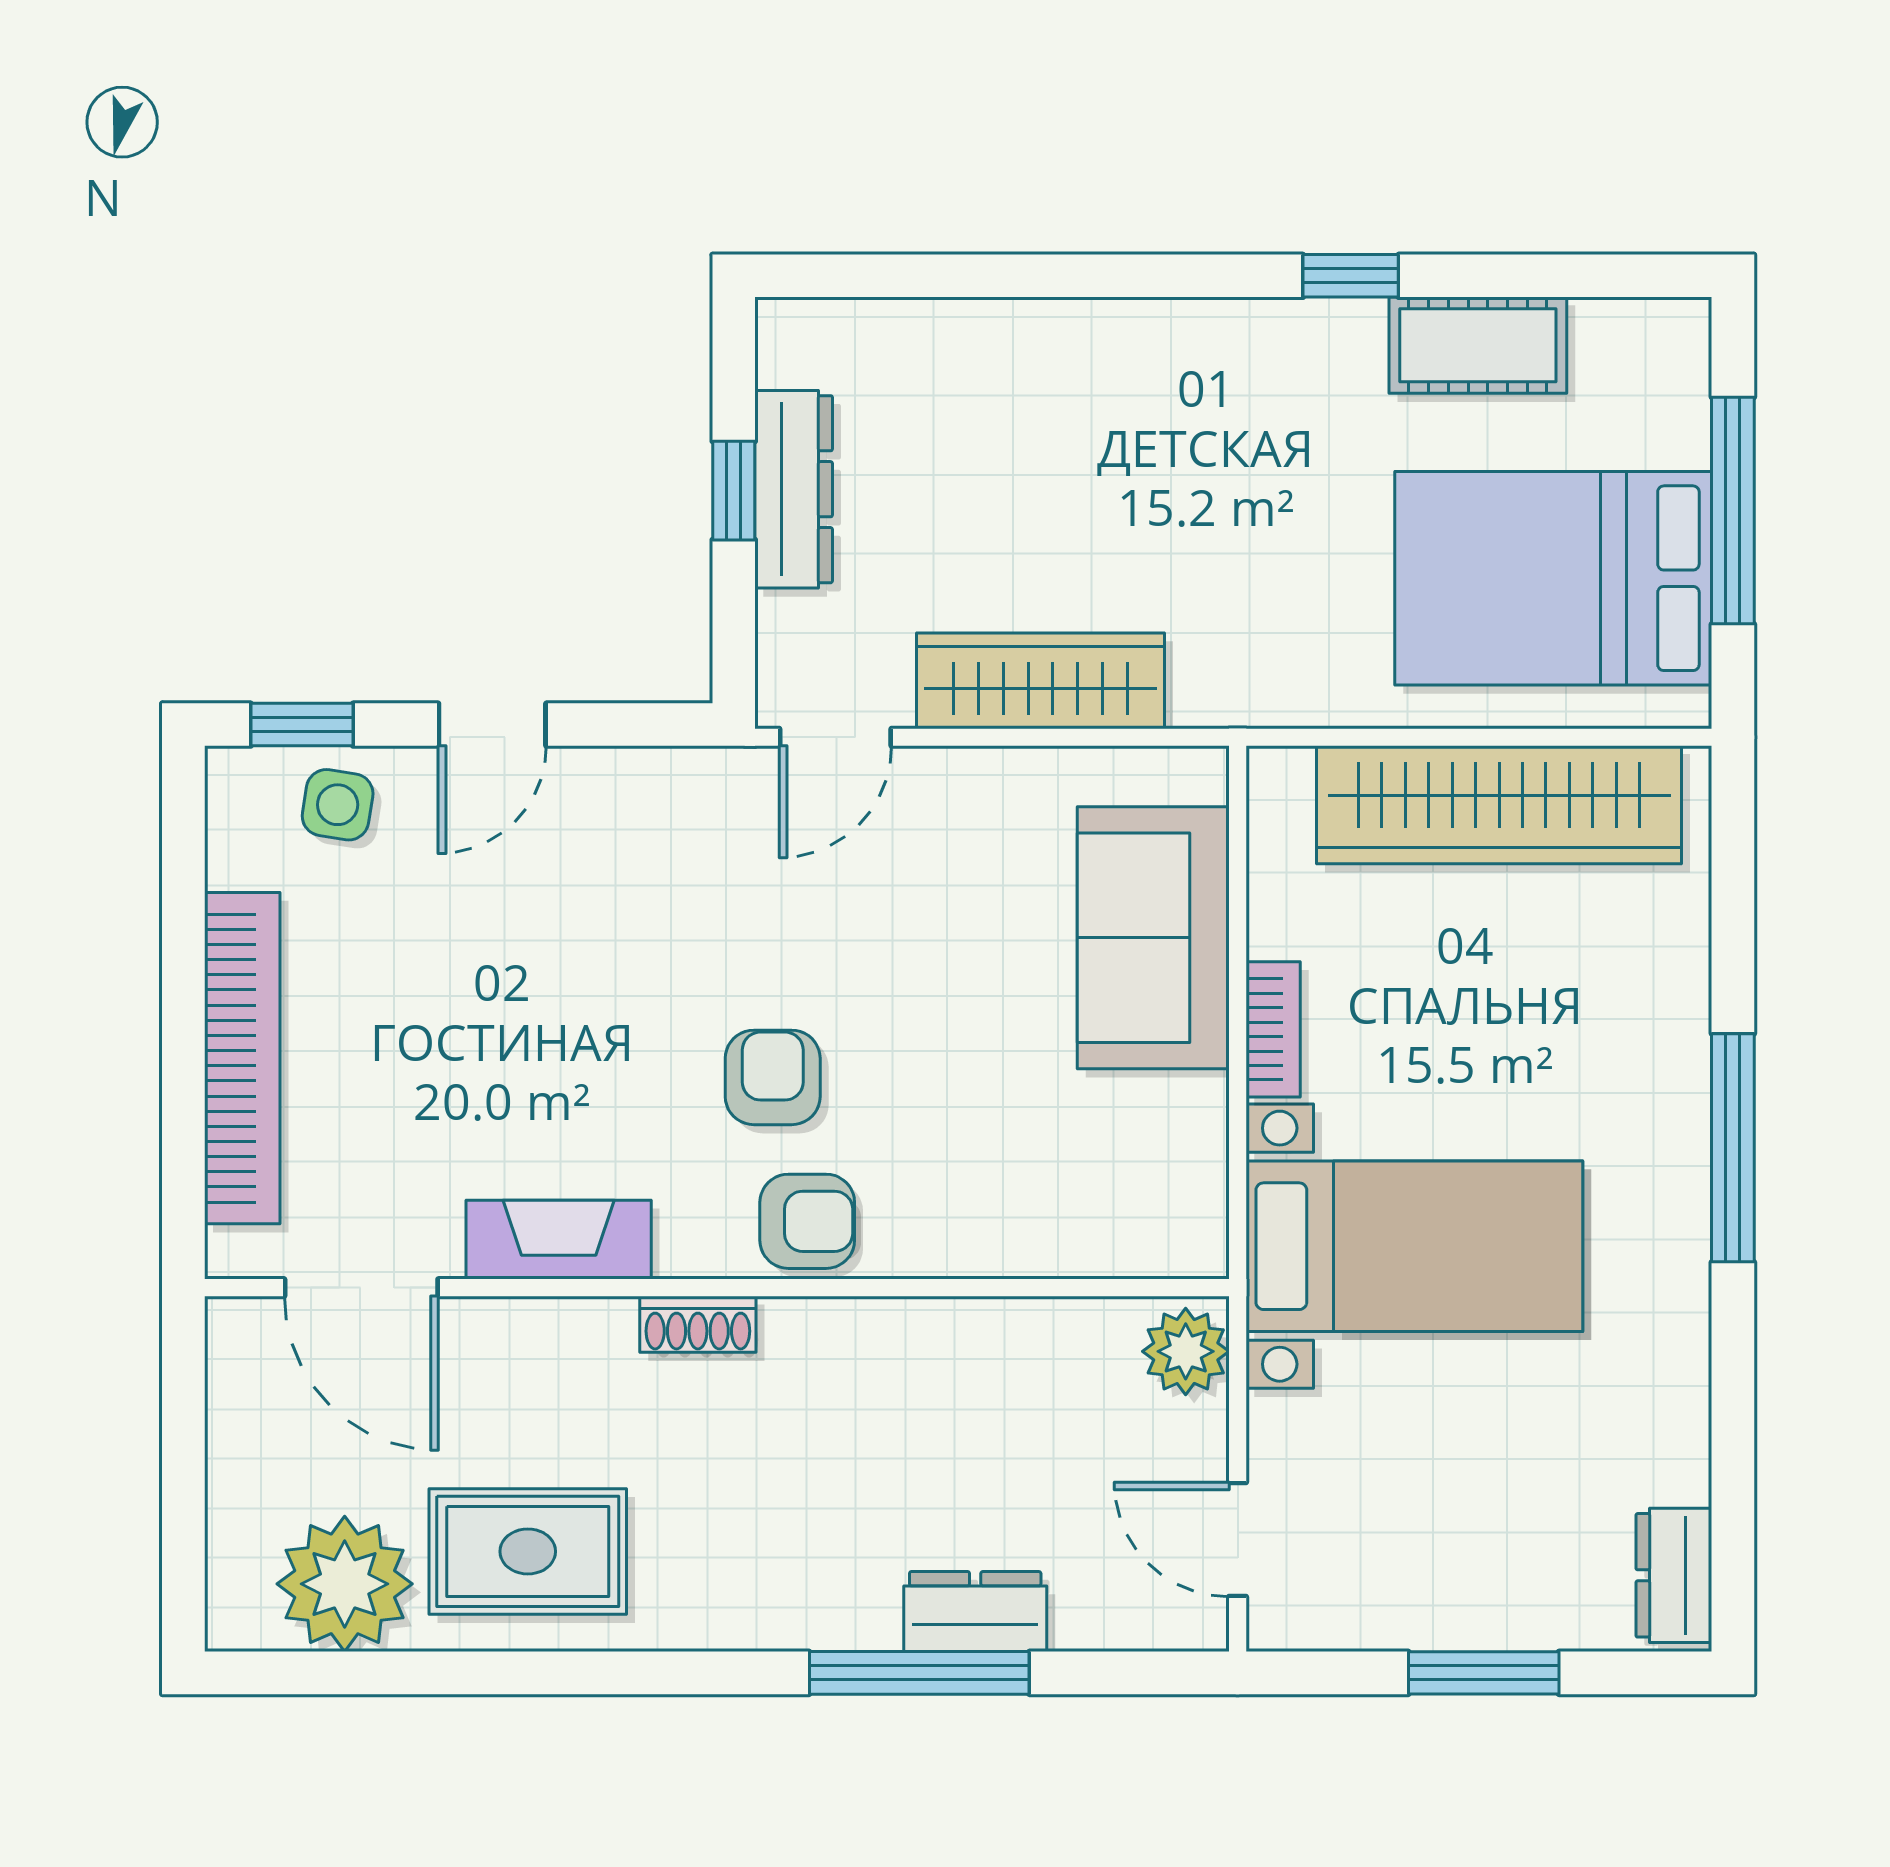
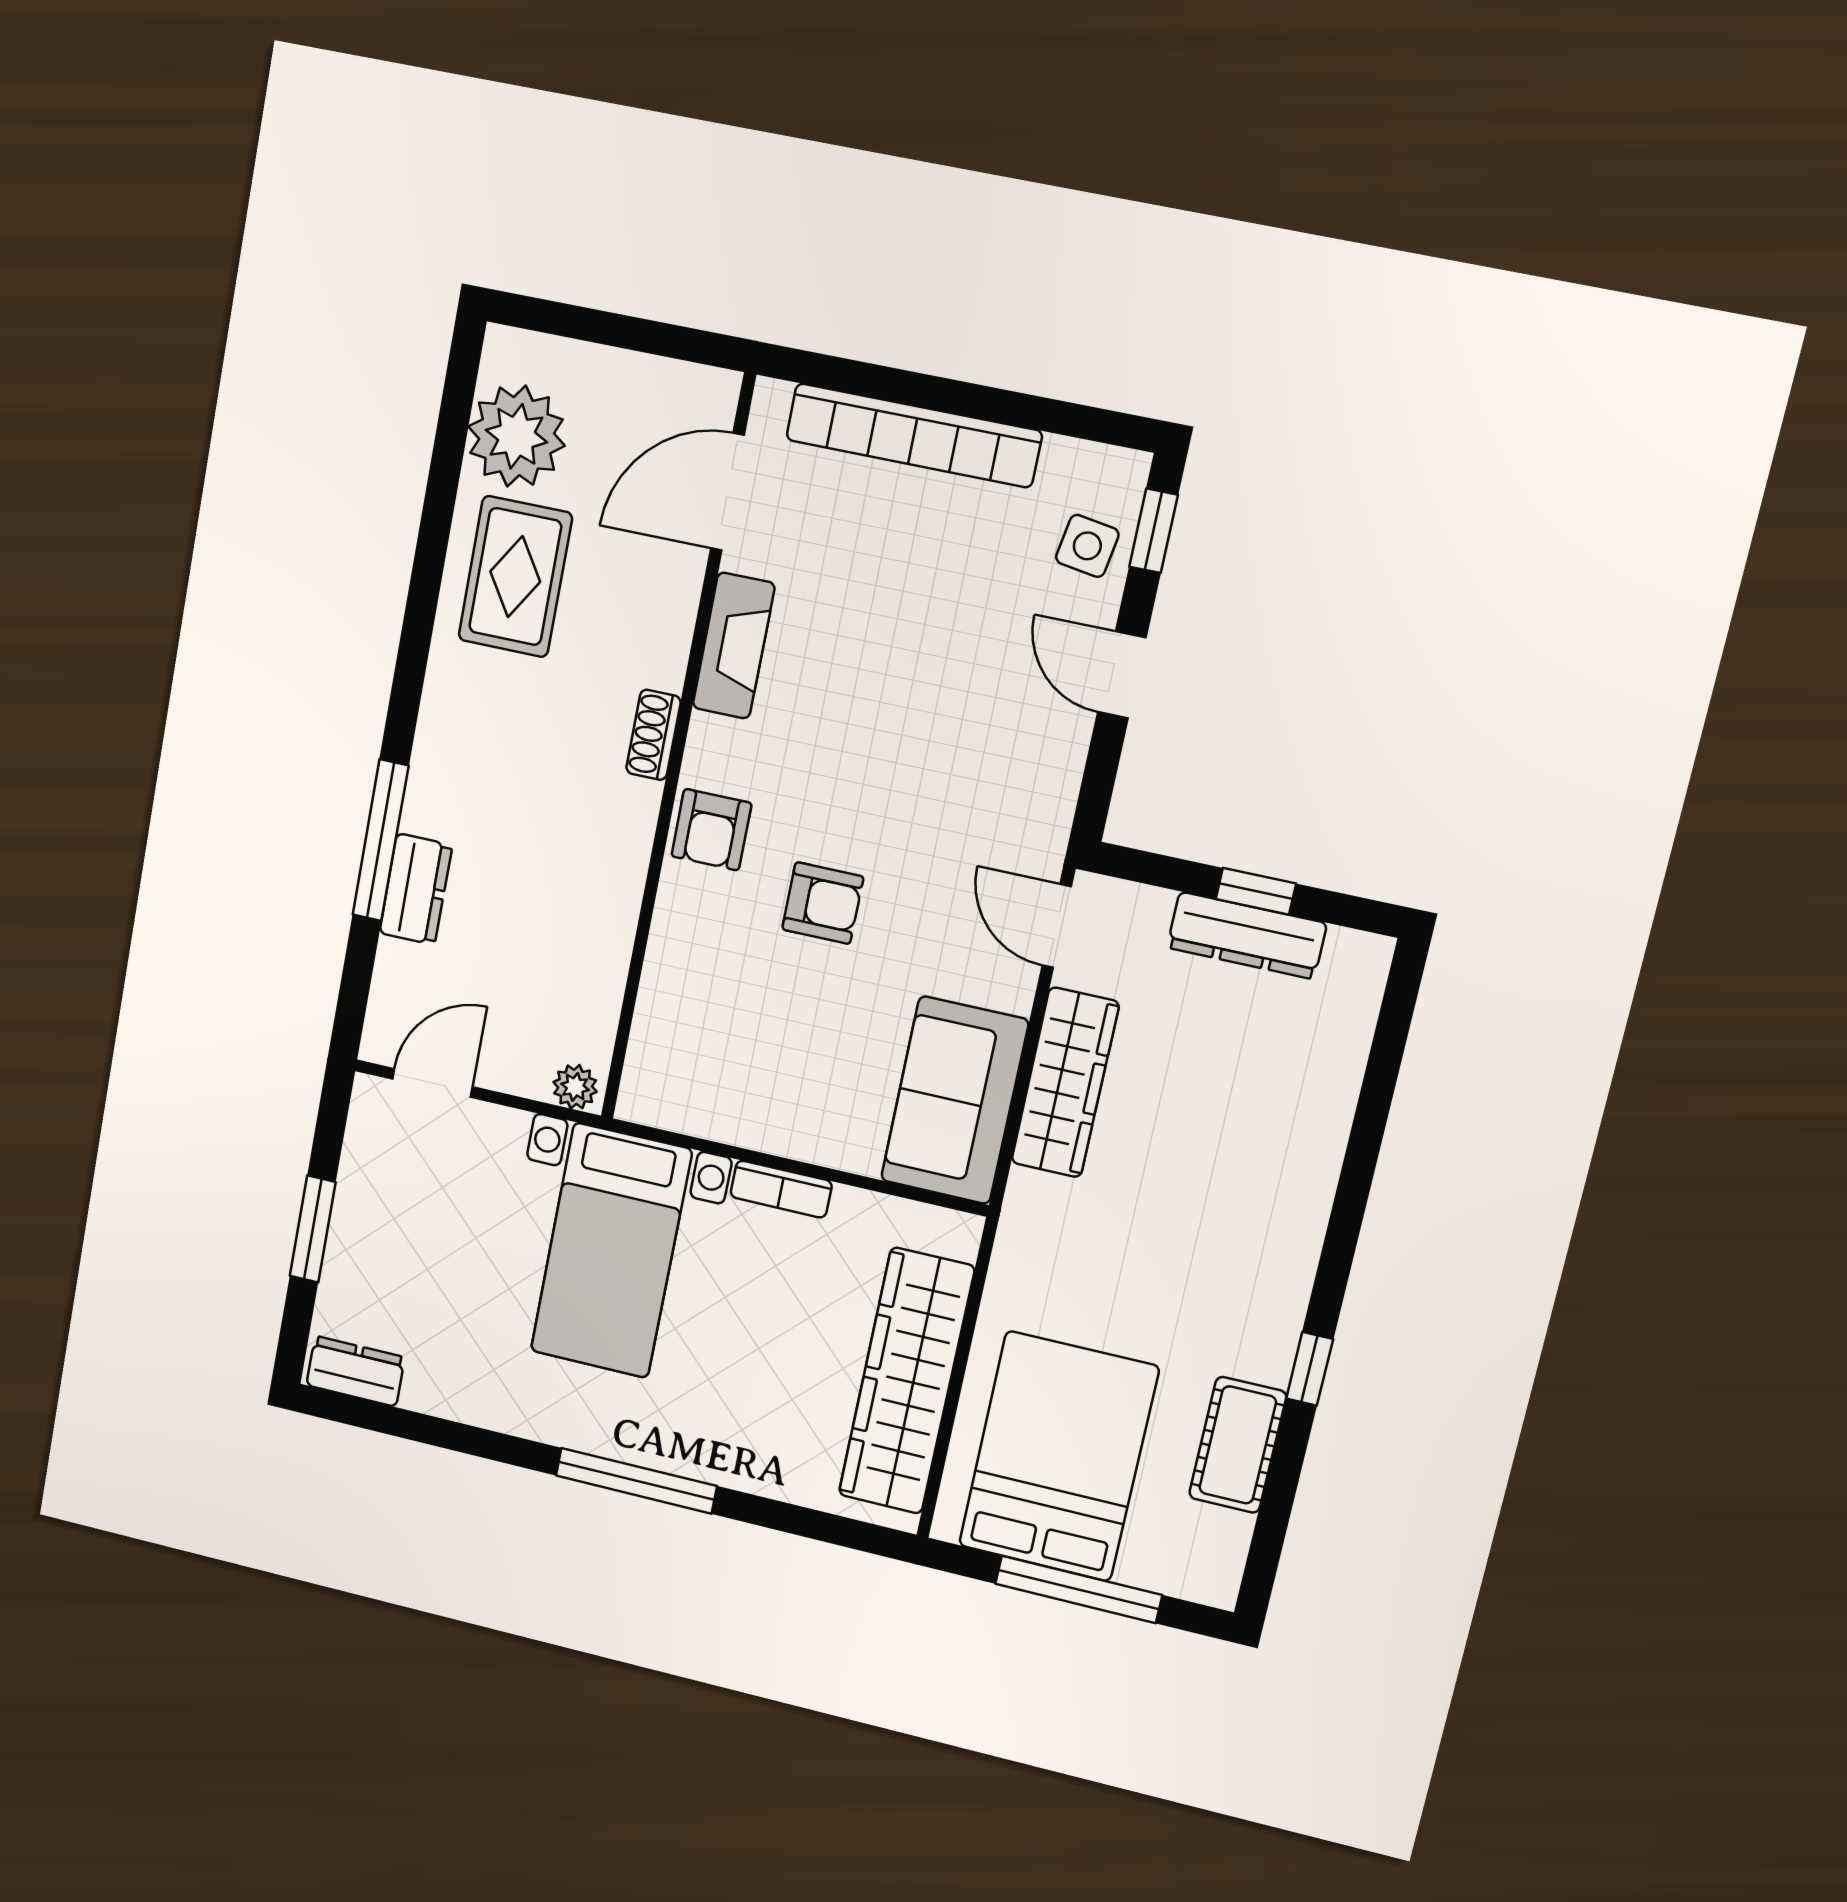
sofa: (1153, 938) -> (955, 1100), moved, turned -90
armchair: (773, 1077) -> (823, 903), moved
plant: (1186, 1351) -> (575, 1087), width x0.73, depth x0.73

